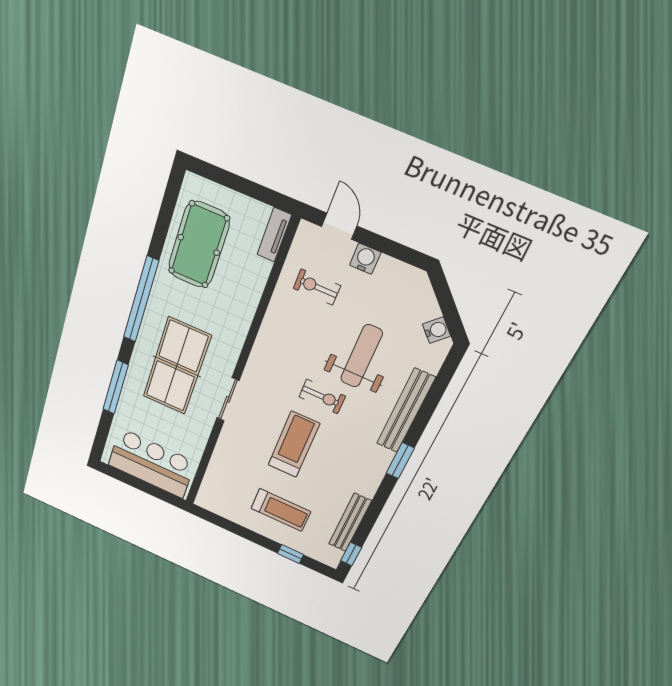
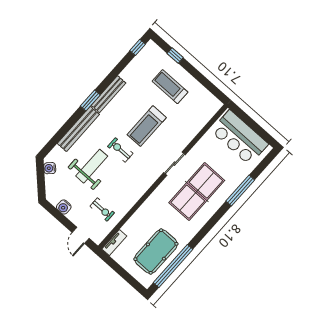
water cooler: (365, 259) -> (64, 207), moved
window: (141, 300) -> (173, 266), moved
weight bench: (361, 356) -> (92, 166), turned 180
bench: (350, 523) -> (109, 94), moved

